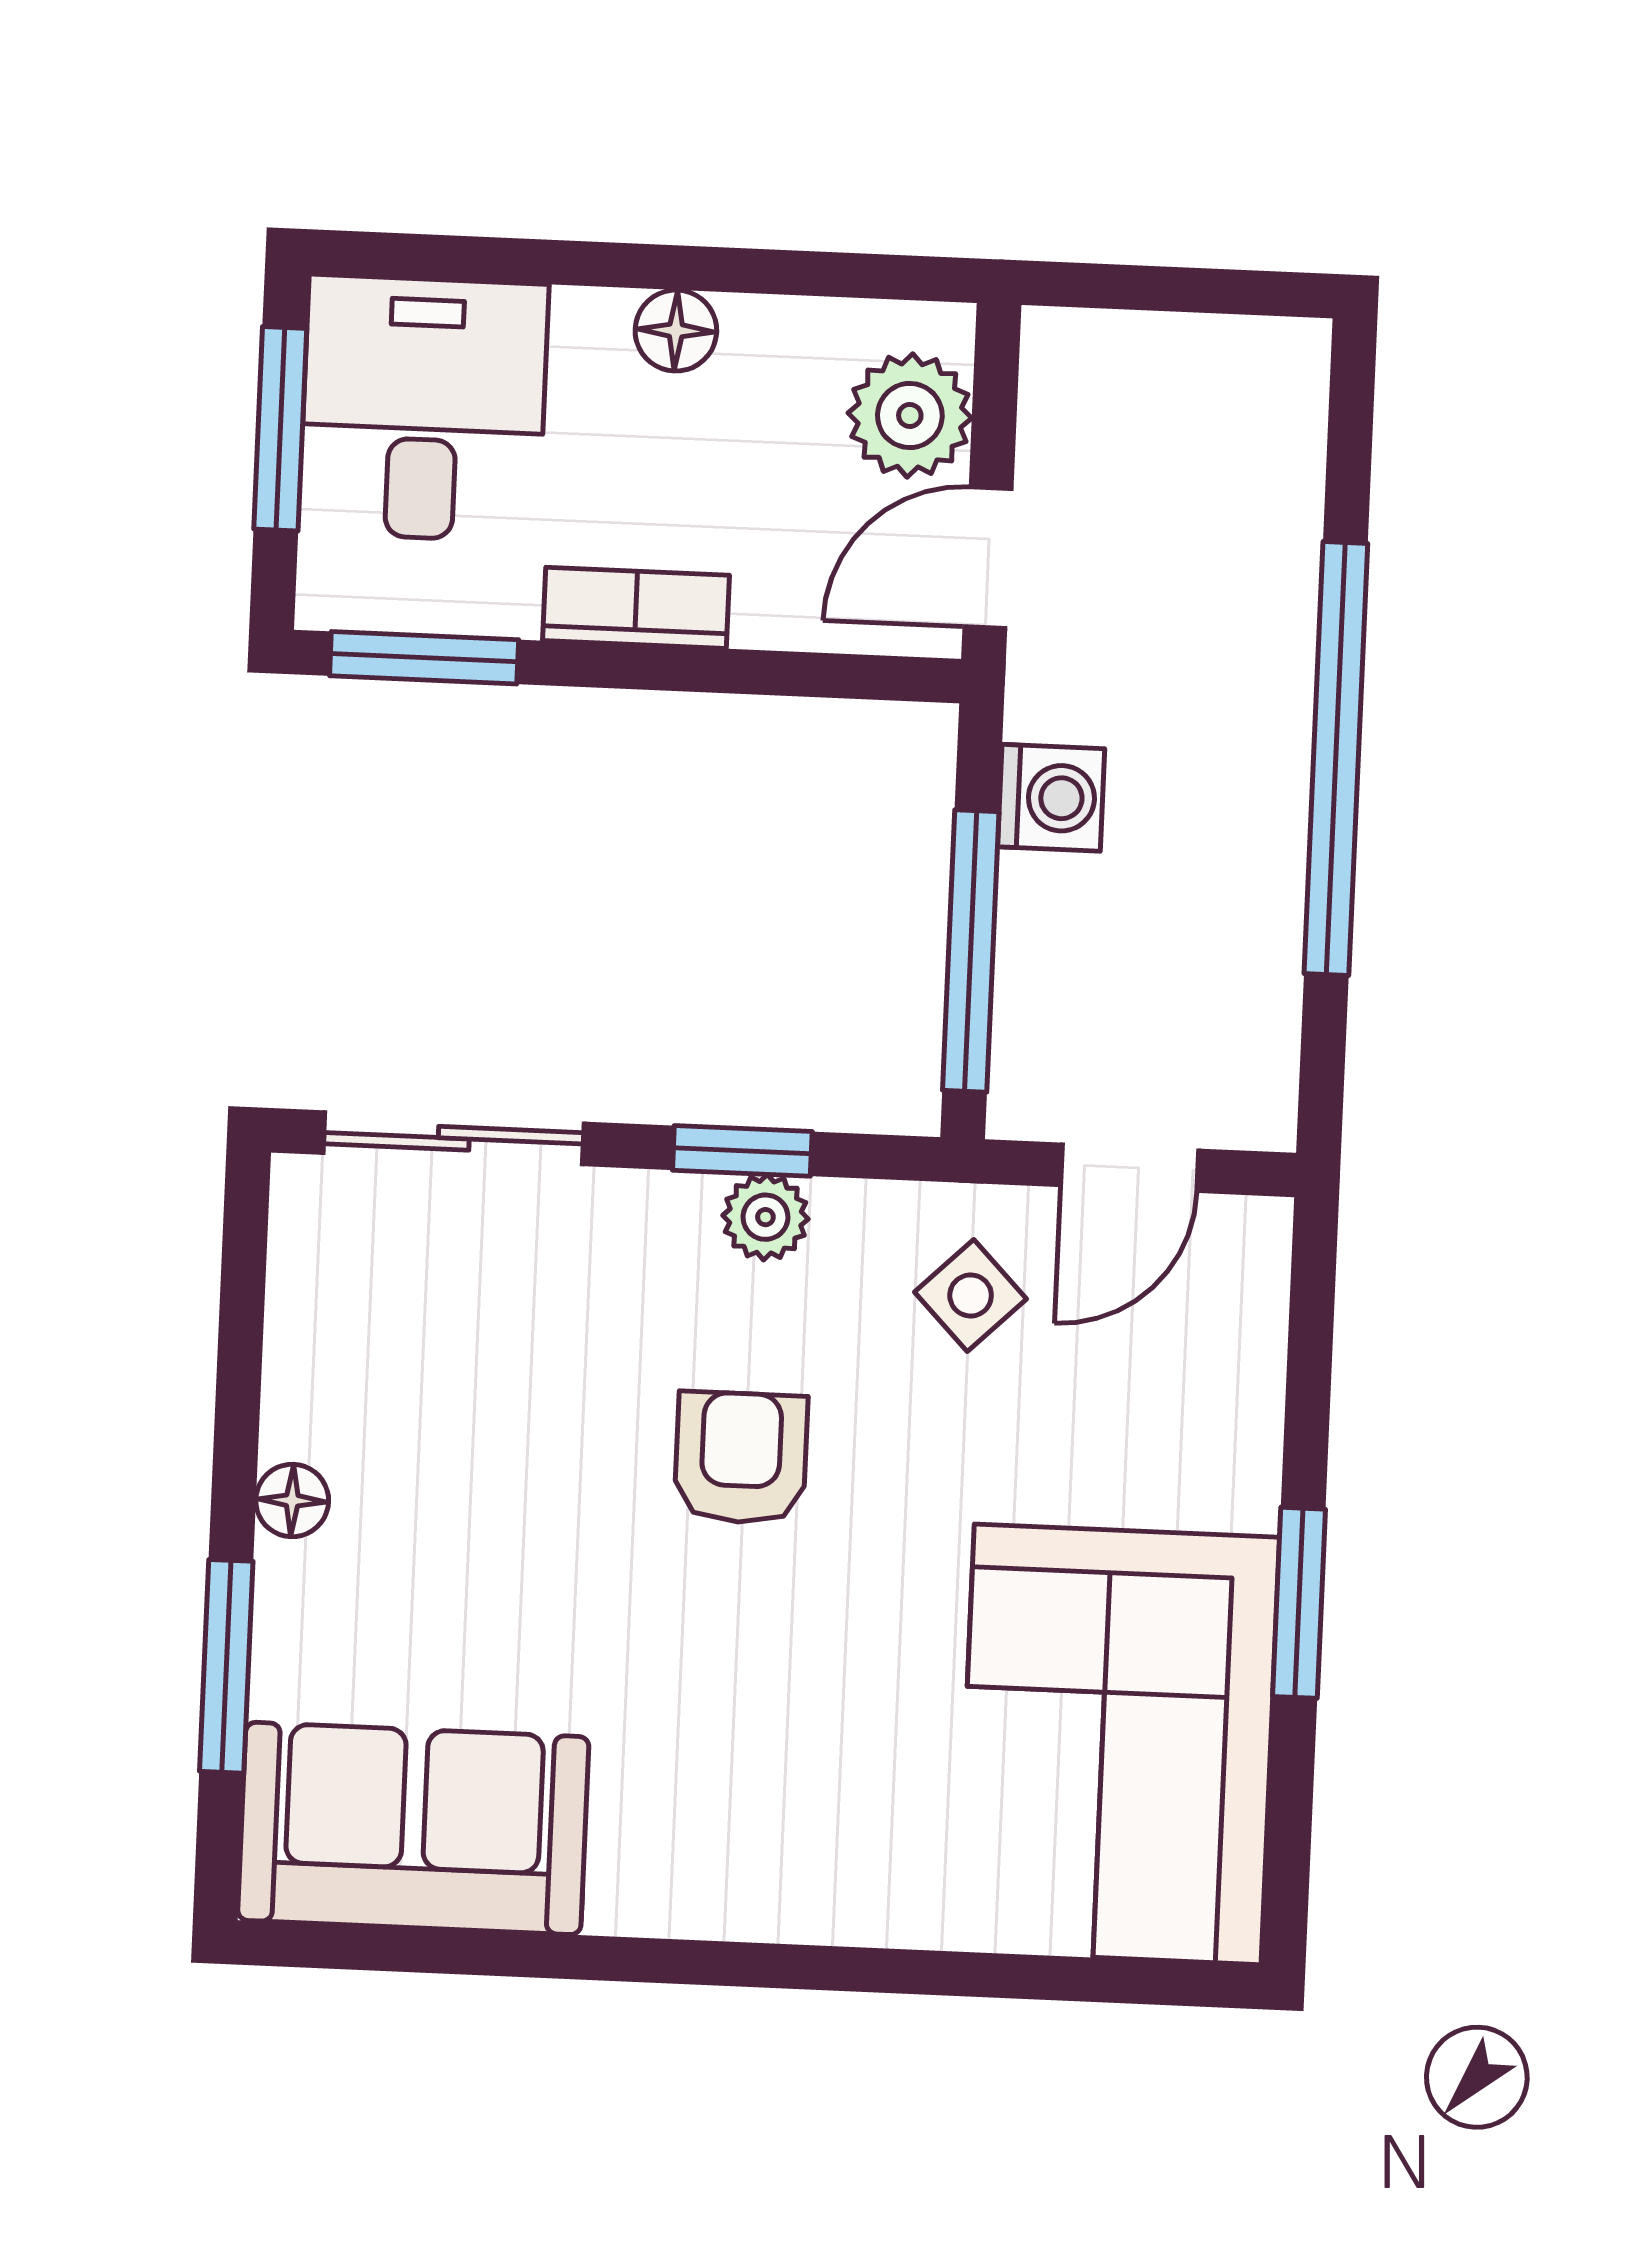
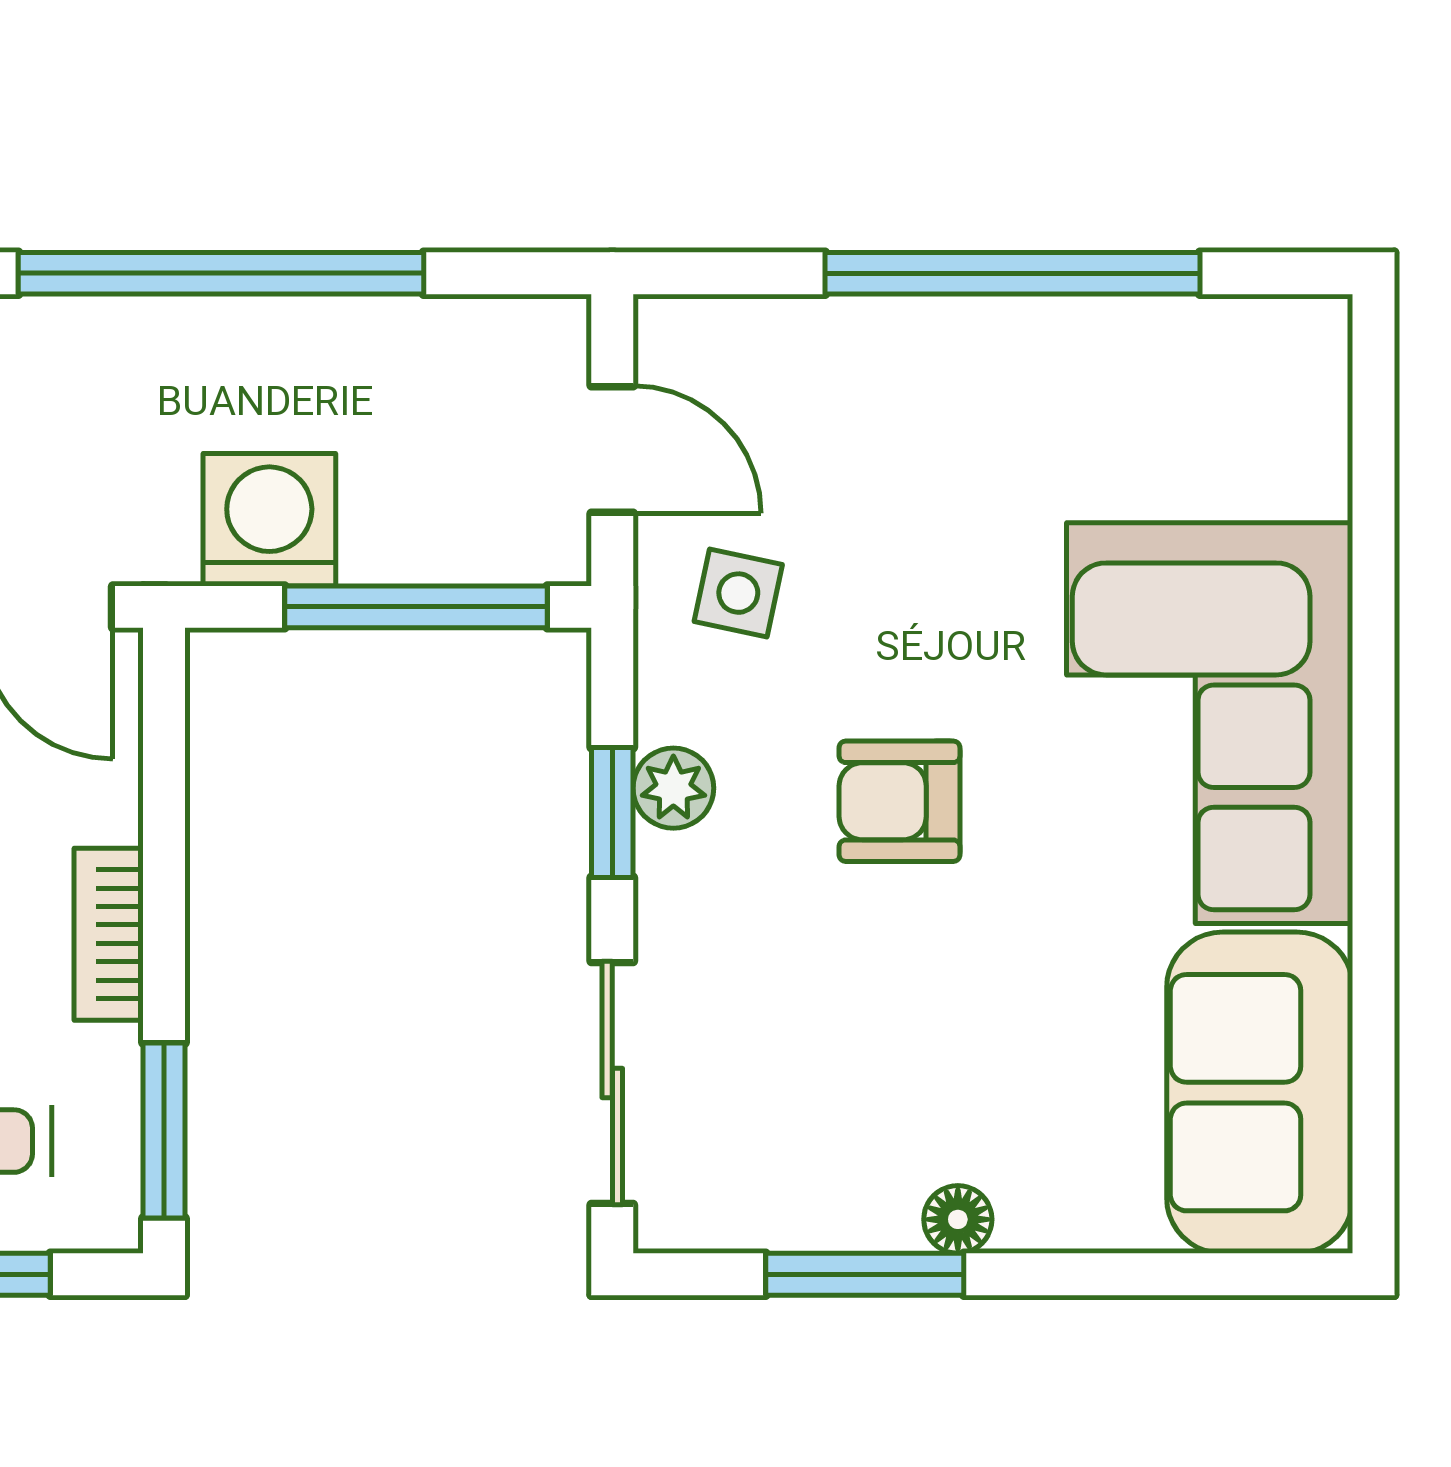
washing machine: (1051, 798) -> (269, 520), width x1.38, depth x1.38
side table: (971, 1295) -> (738, 593), turned -34
window: (1299, 1603) -> (1012, 273), width x2.11
window: (226, 1666) -> (865, 1274), moved
corner sofa: (1118, 1744) -> (1210, 723), moved, turned 90

